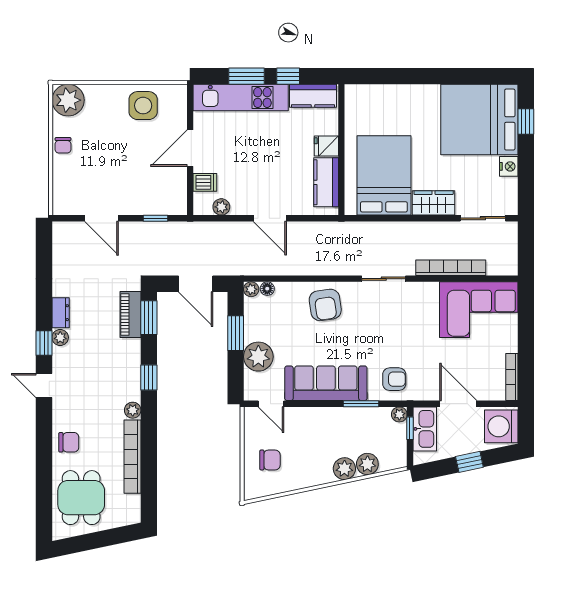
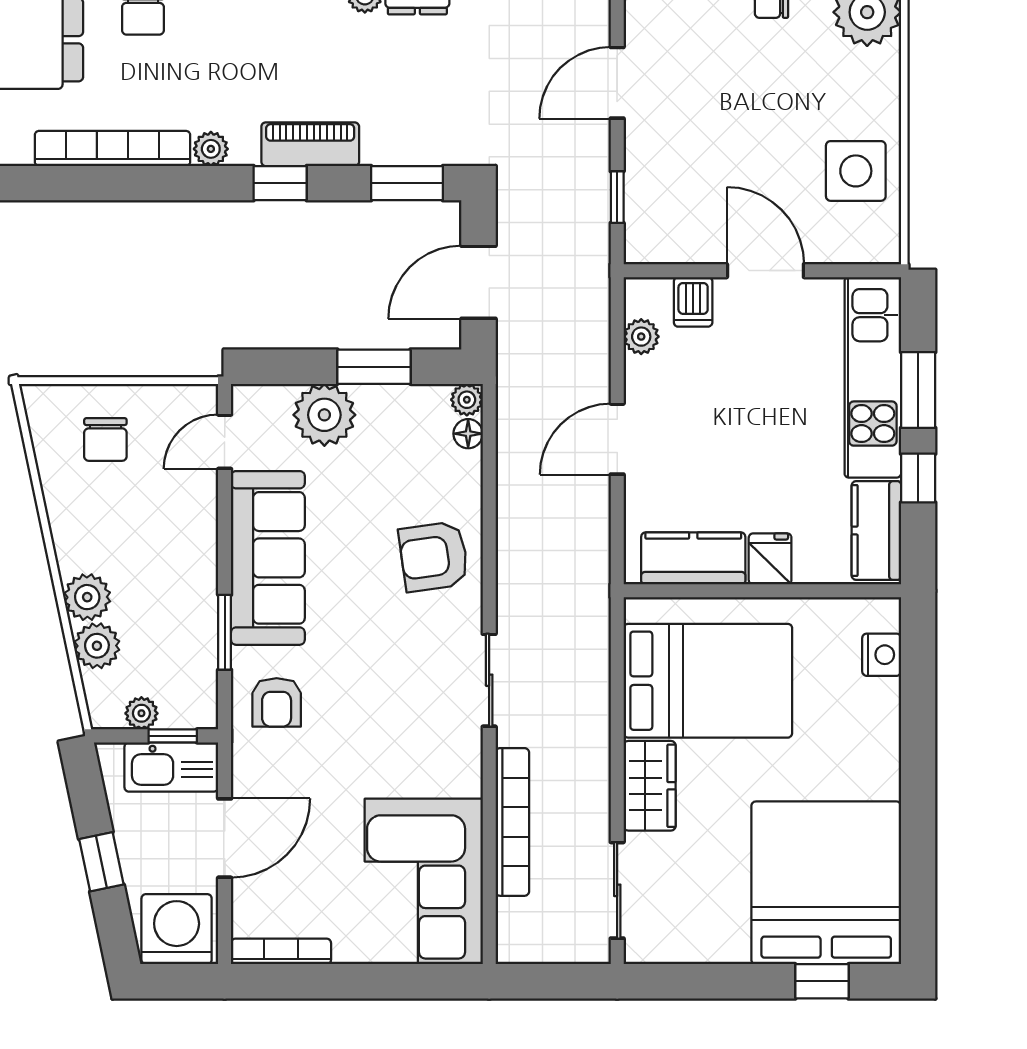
nightstand: (509, 166) -> (882, 655), moved, turned -90
piano: (130, 315) -> (310, 144), moved
plant: (399, 414) -> (141, 713), moved

